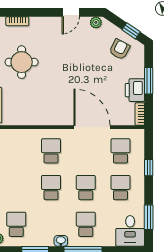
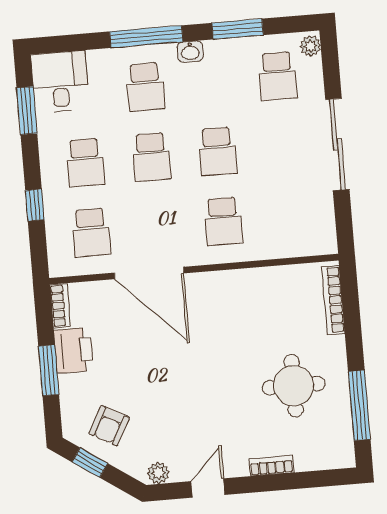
bookcase: (17, 21) -> (271, 466), moved

